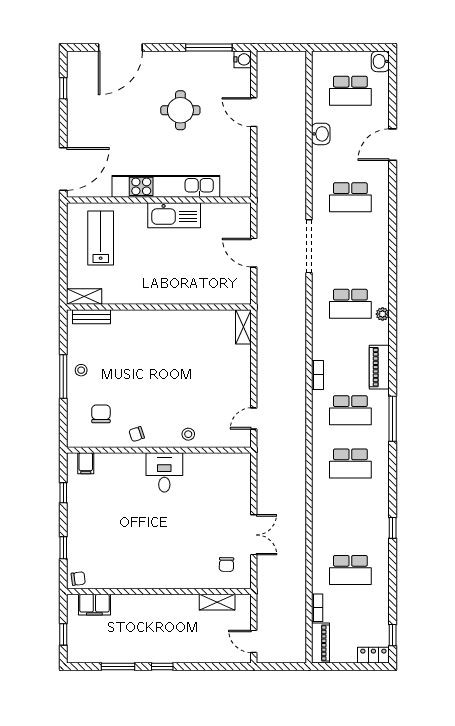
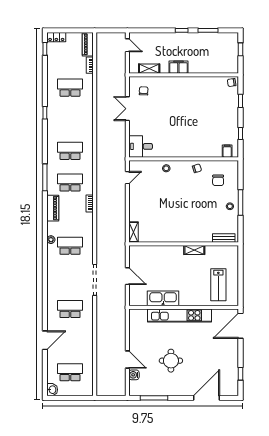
water cooler: (243, 59) -> (134, 375), moved
washbasin: (321, 134) -> (88, 347), removed
kitchen sink: (174, 215) -> (163, 298), moved
shelving: (84, 297) -> (194, 250), moved
desk: (164, 472) -> (141, 146), moved, turned 90
filing cabinet: (94, 605) -> (178, 67), moved

